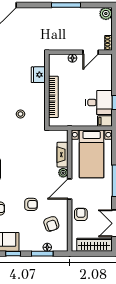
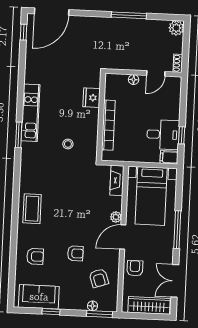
fireplace: (63, 155) -> (117, 180), moved
window: (42, 254) -> (100, 314), moved

